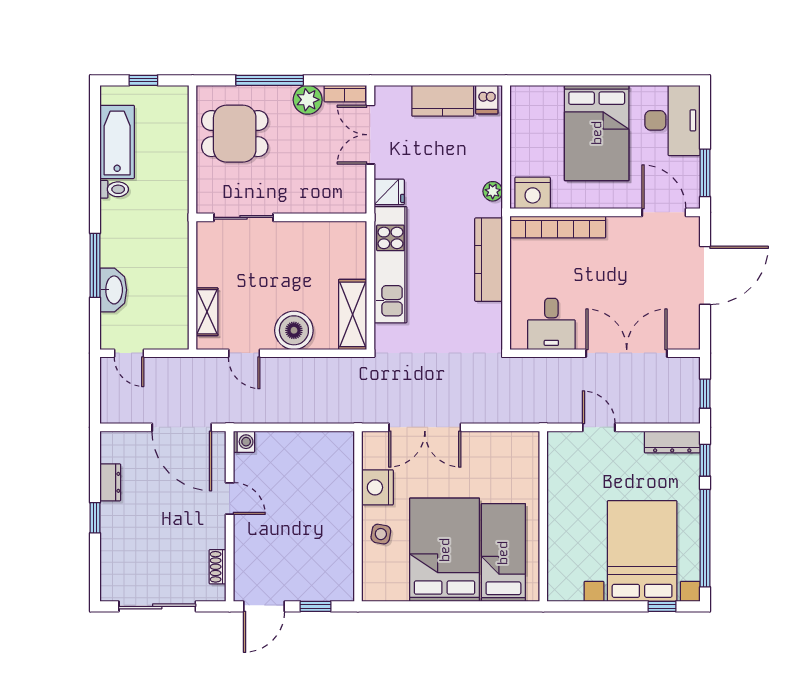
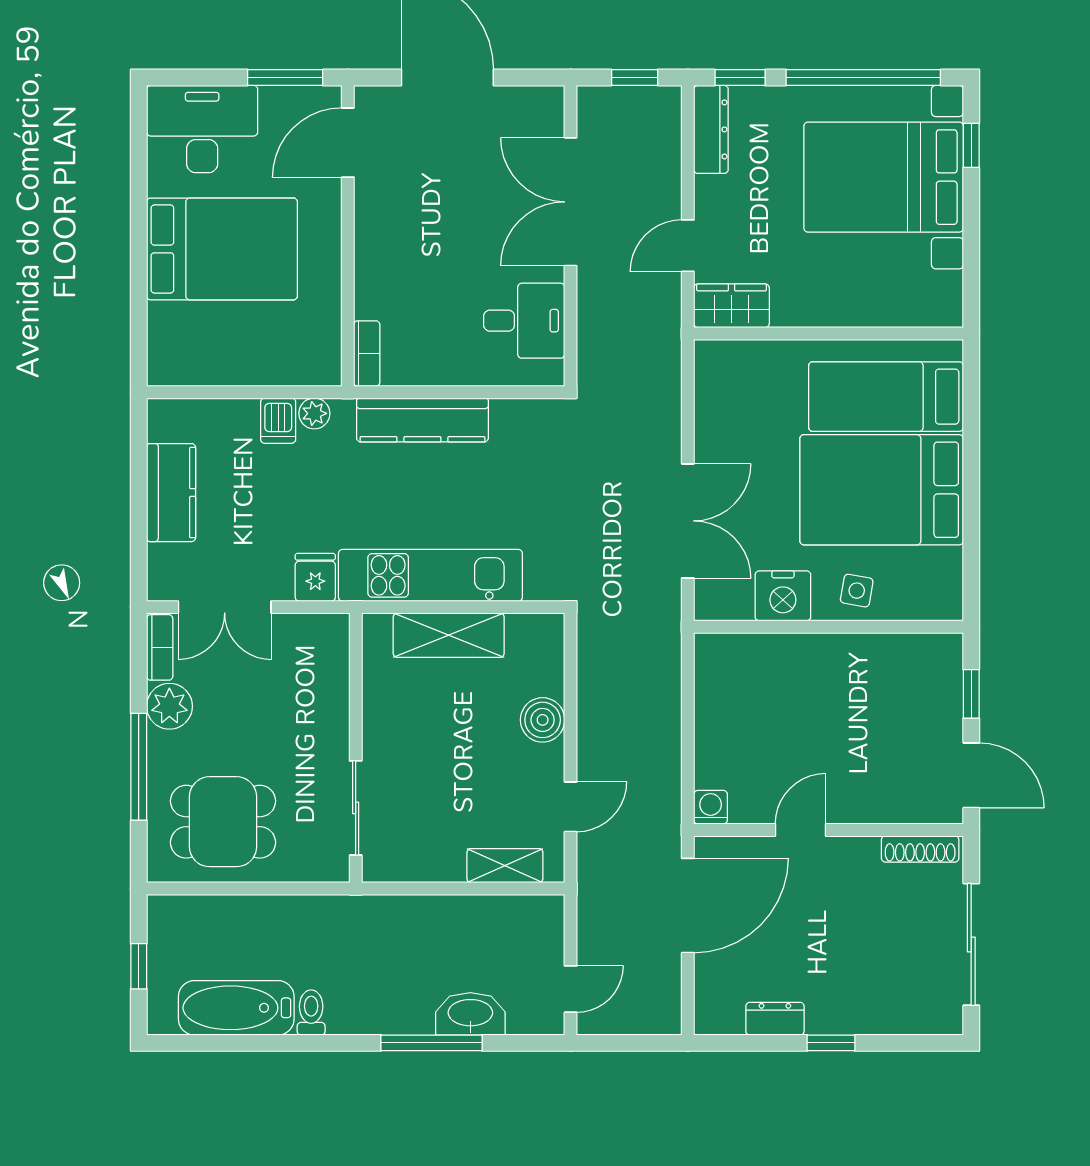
dishwasher: (487, 100) -> (278, 421), moved, turned 90
dining table: (235, 134) -> (223, 822), turned 90
nightstand: (533, 193) -> (317, 350), removed
bookcase: (558, 227) -> (367, 354), width x0.43, depth x0.76
shelving: (353, 314) -> (449, 635), moved
boiler: (294, 330) -> (543, 720), width x0.73, depth x0.73
wardrobe: (561, 455) -> (731, 306), added
shoe rack: (218, 567) -> (920, 849), width x1.43

